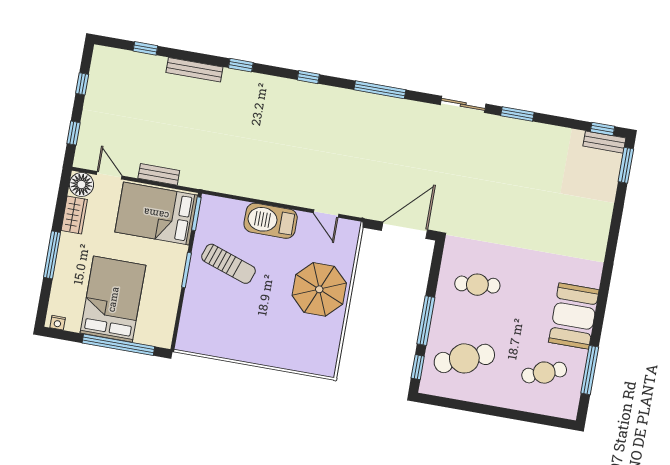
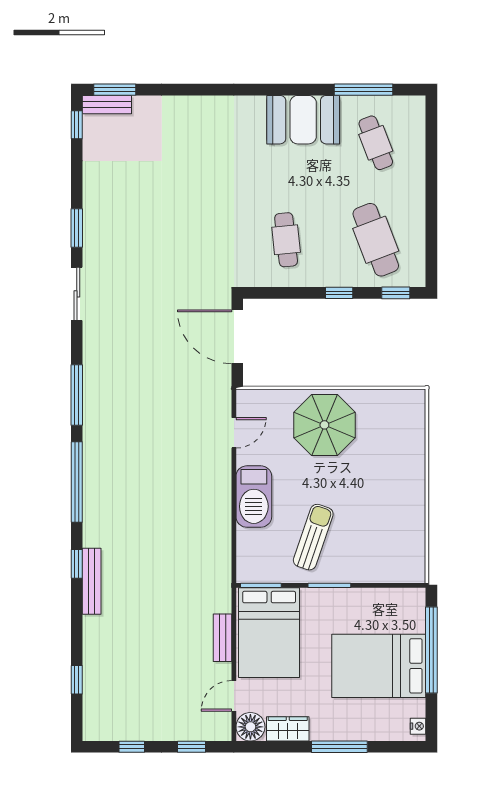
bench: (194, 70) -> (92, 581), moved
window: (308, 77) -> (77, 482), width x3.17
bench: (604, 142) -> (107, 105), moved, turned 90
window: (426, 321) -> (339, 293), width x0.46

